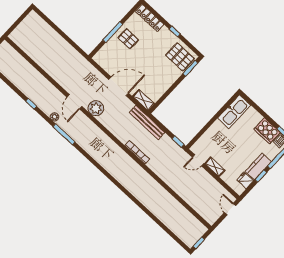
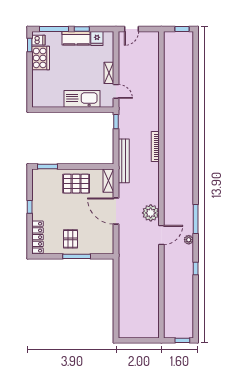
pallet: (180, 57) -> (76, 184), moved, turned 90
kitchen sink: (234, 112) -> (82, 99), moved

